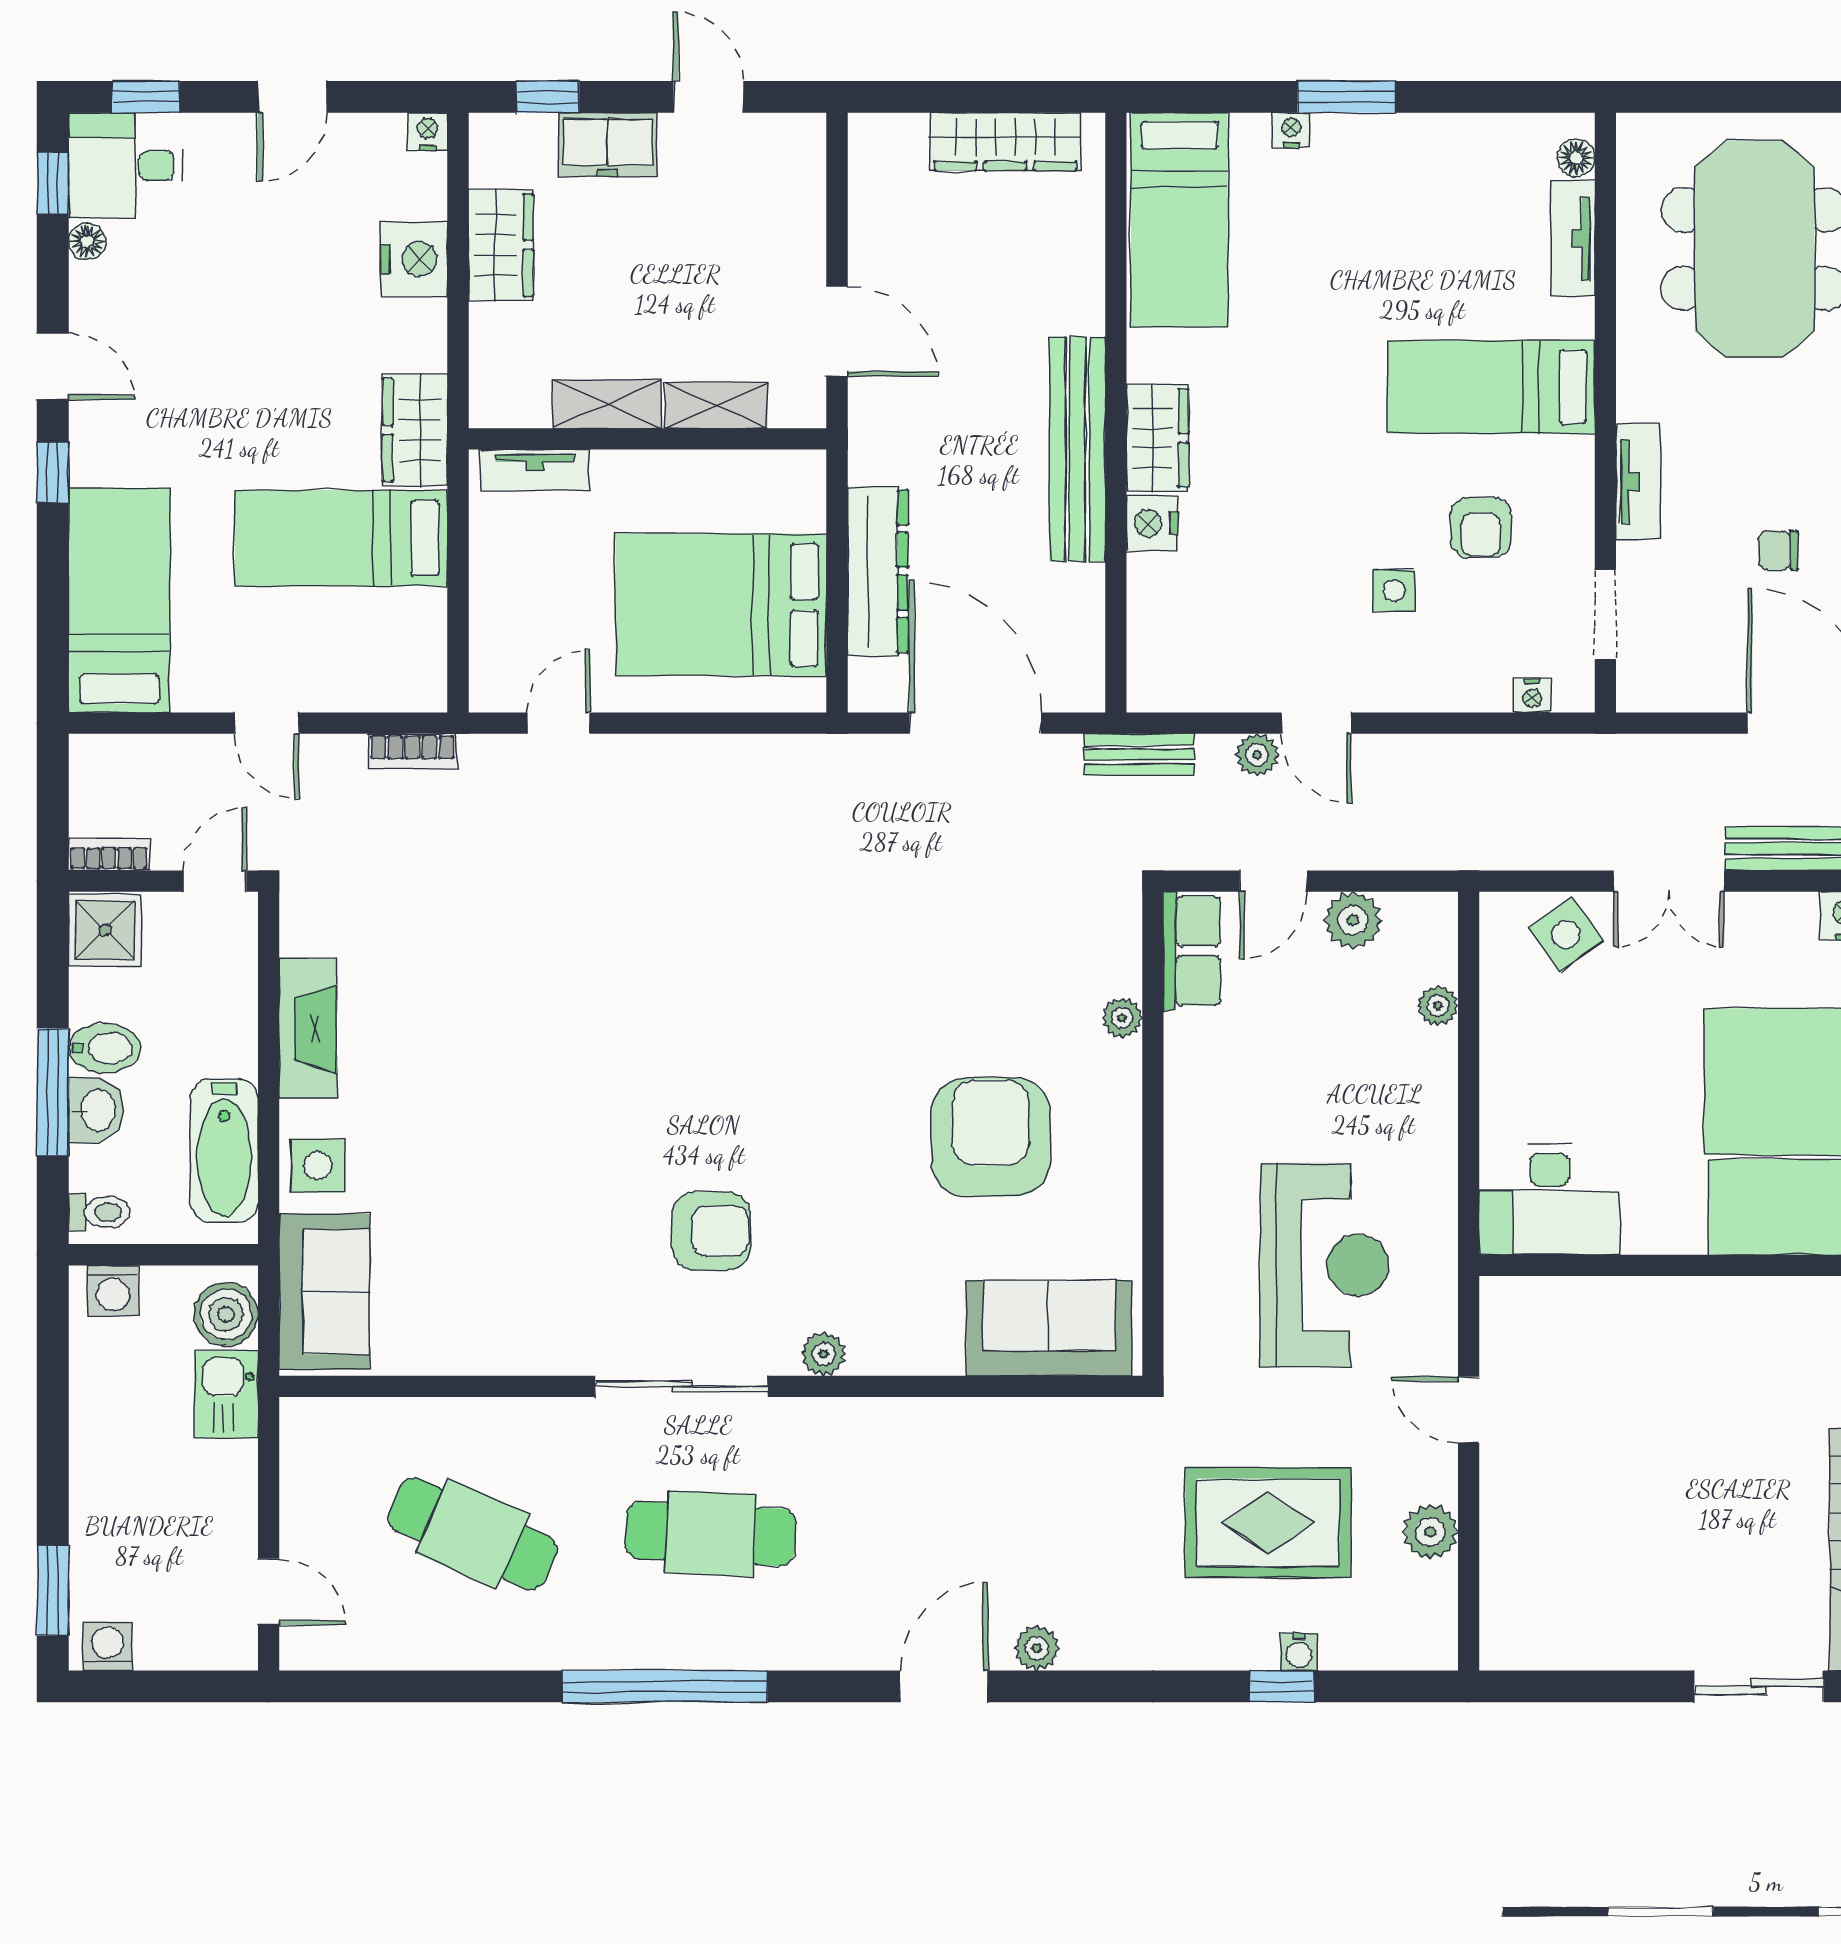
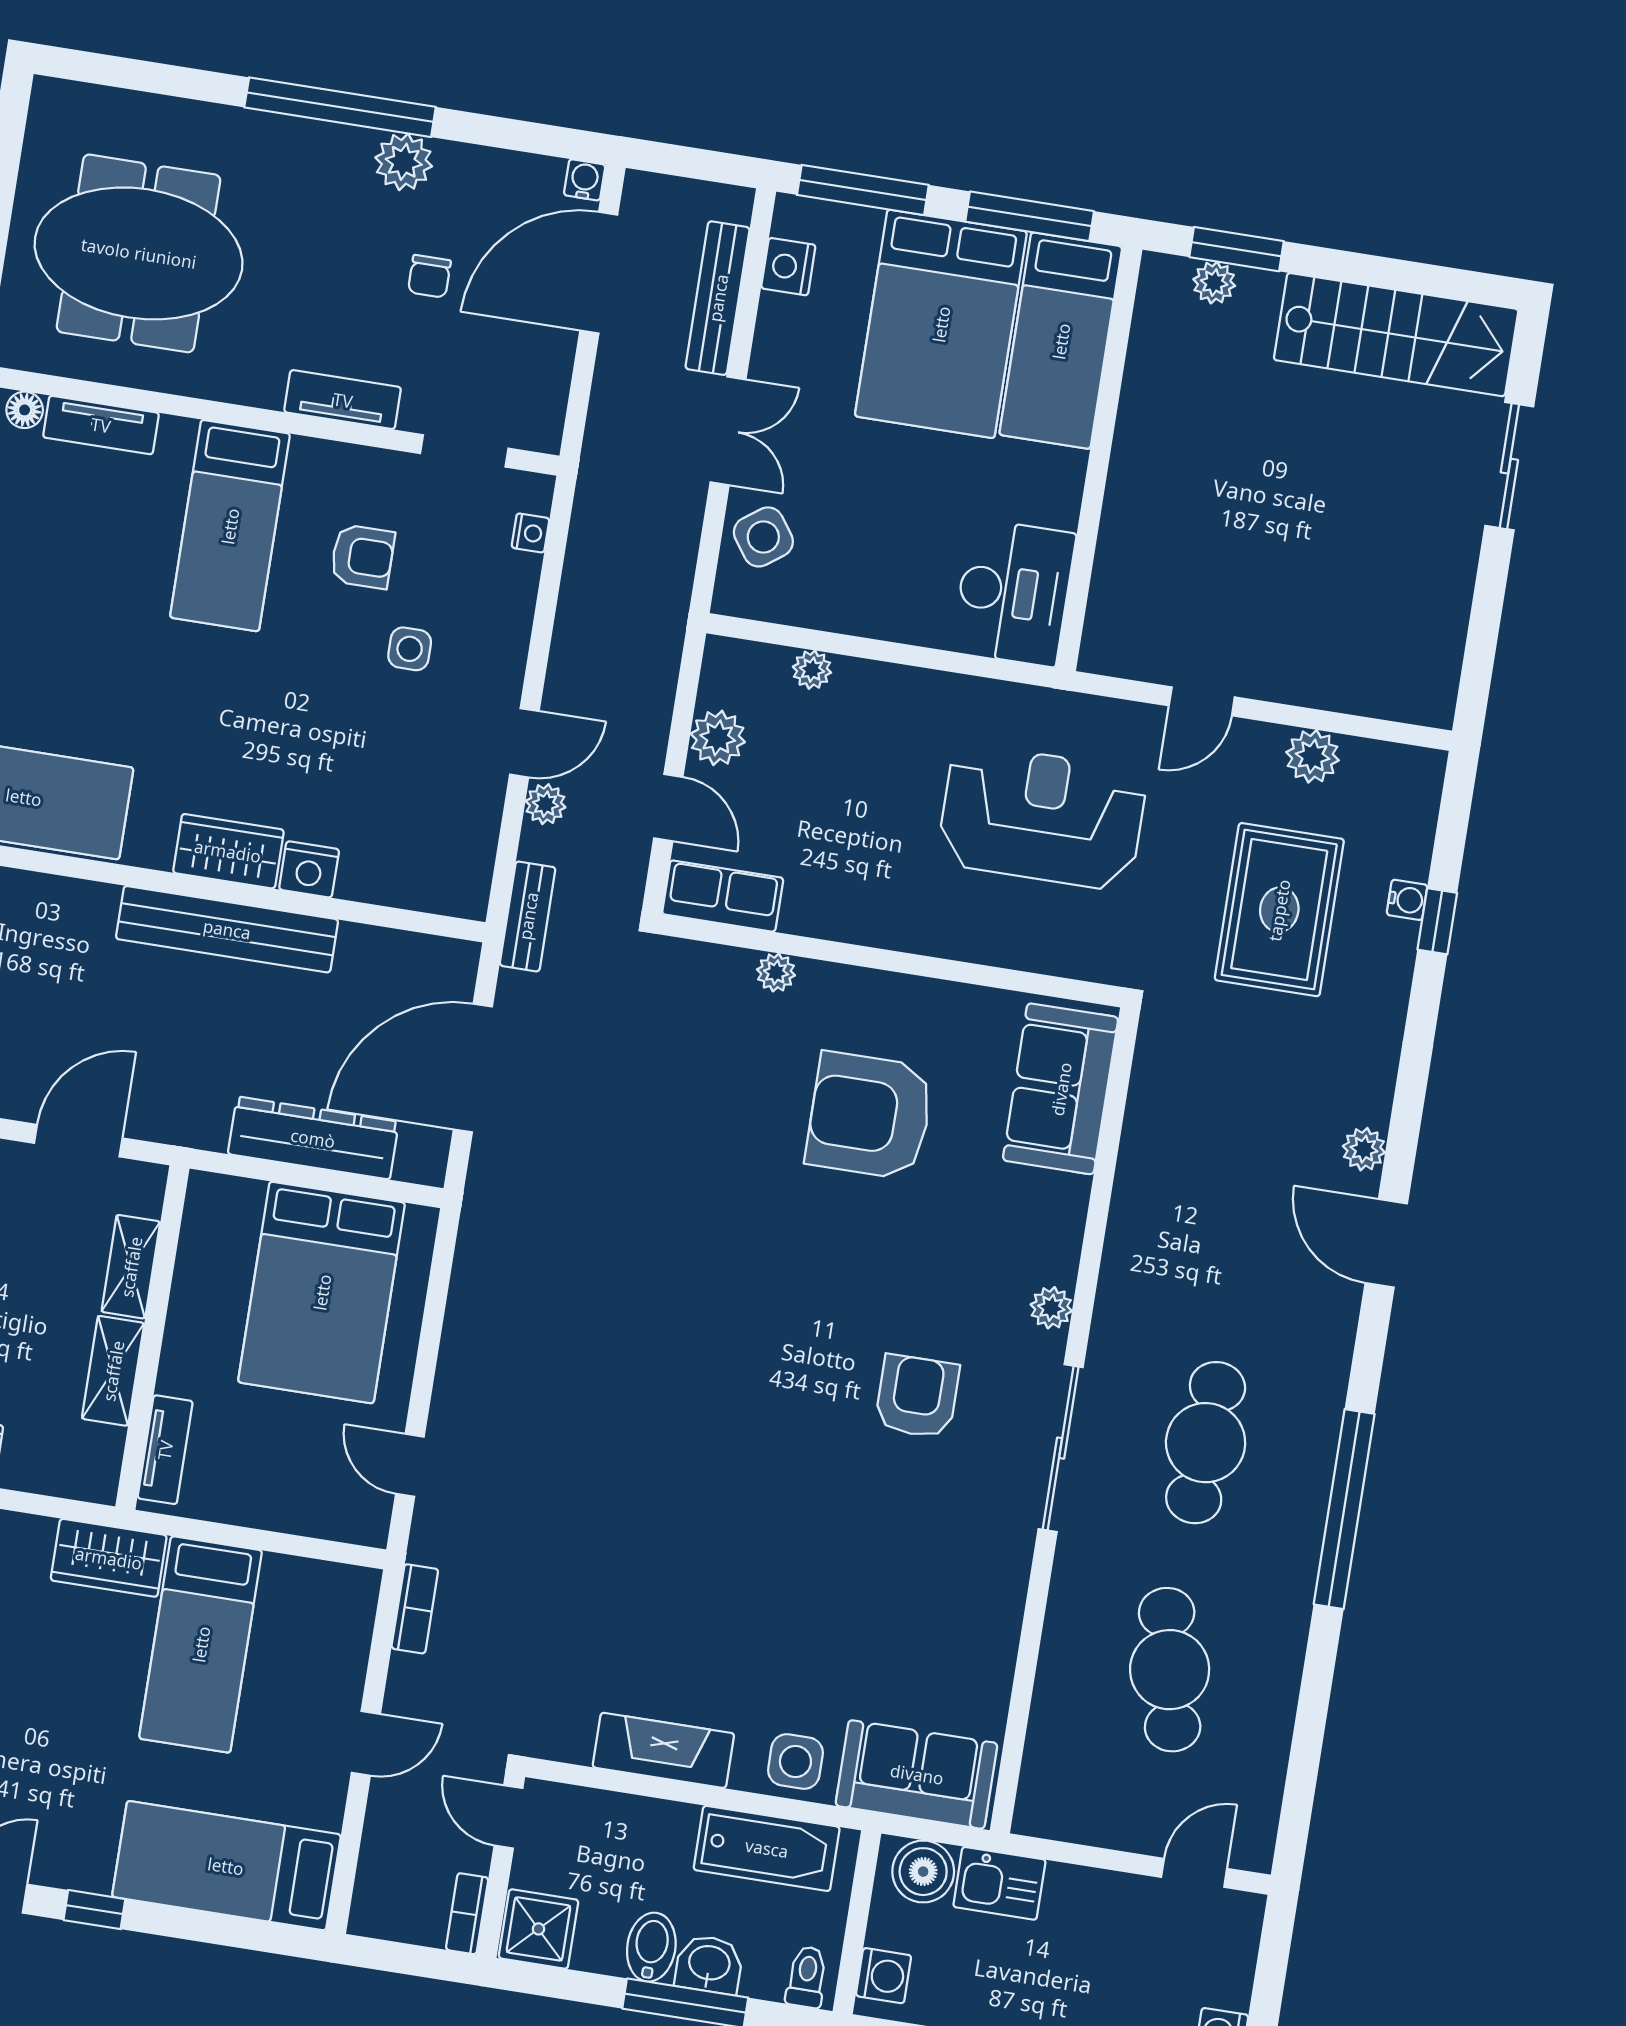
cafe table: (473, 1534) -> (1170, 1670), turned -36

